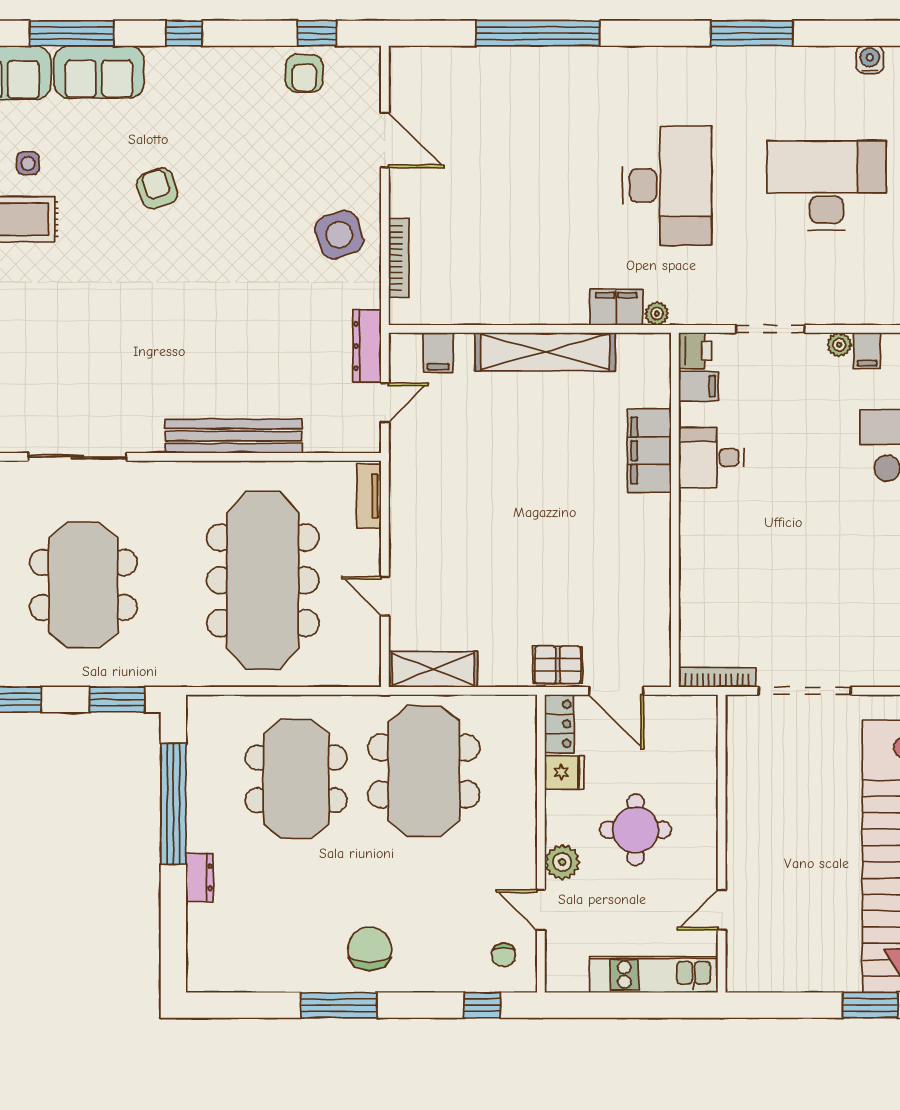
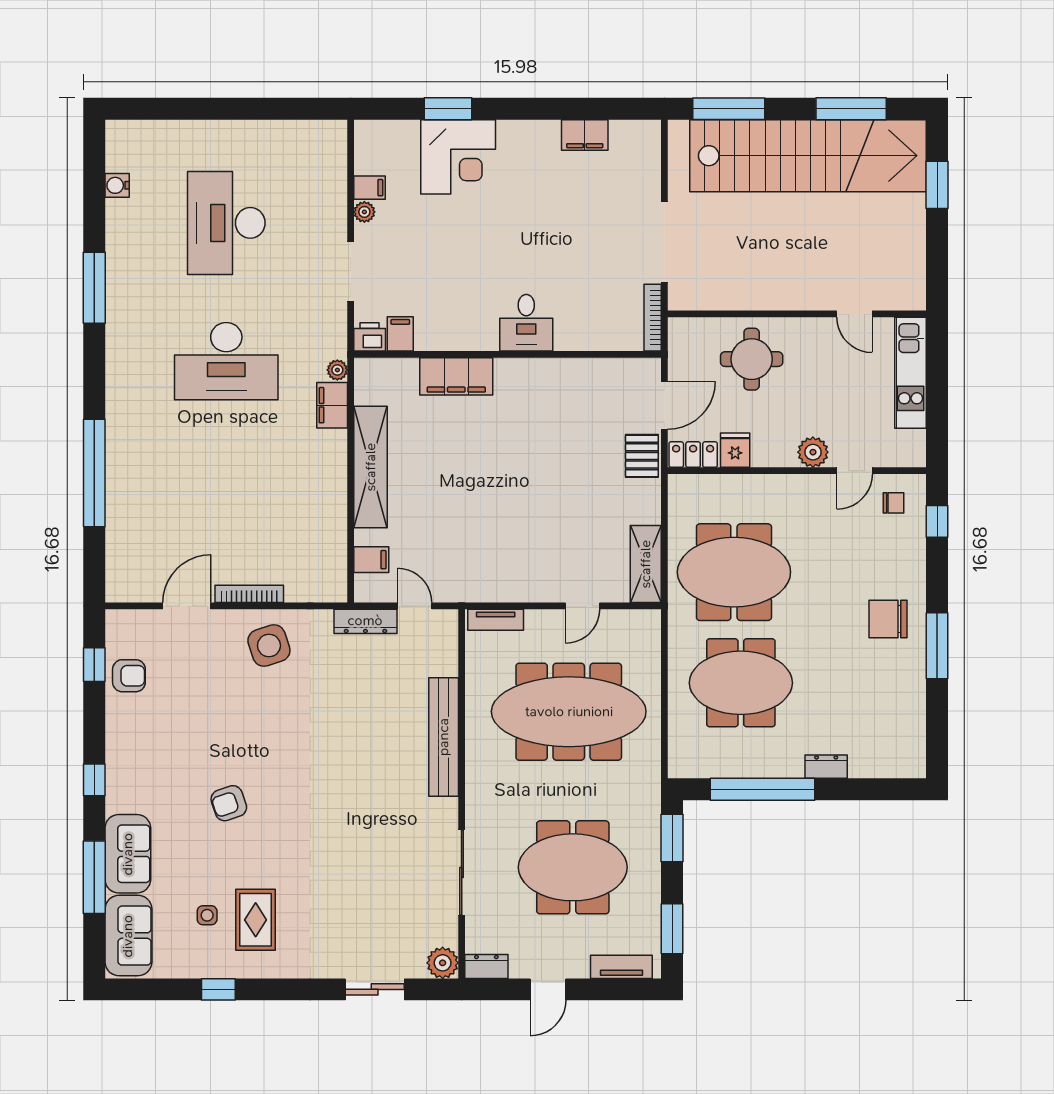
desk: (667, 185) -> (226, 361), turned 180
bookcase: (399, 258) -> (249, 594), moved
desk: (711, 458) -> (526, 323), moved
round table: (636, 830) -> (752, 359), moved

